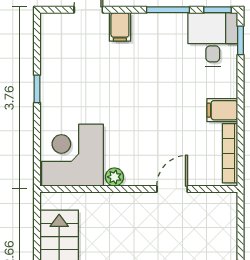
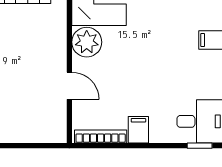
plant: (114, 177) -> (87, 42), width x1.87, depth x1.87

